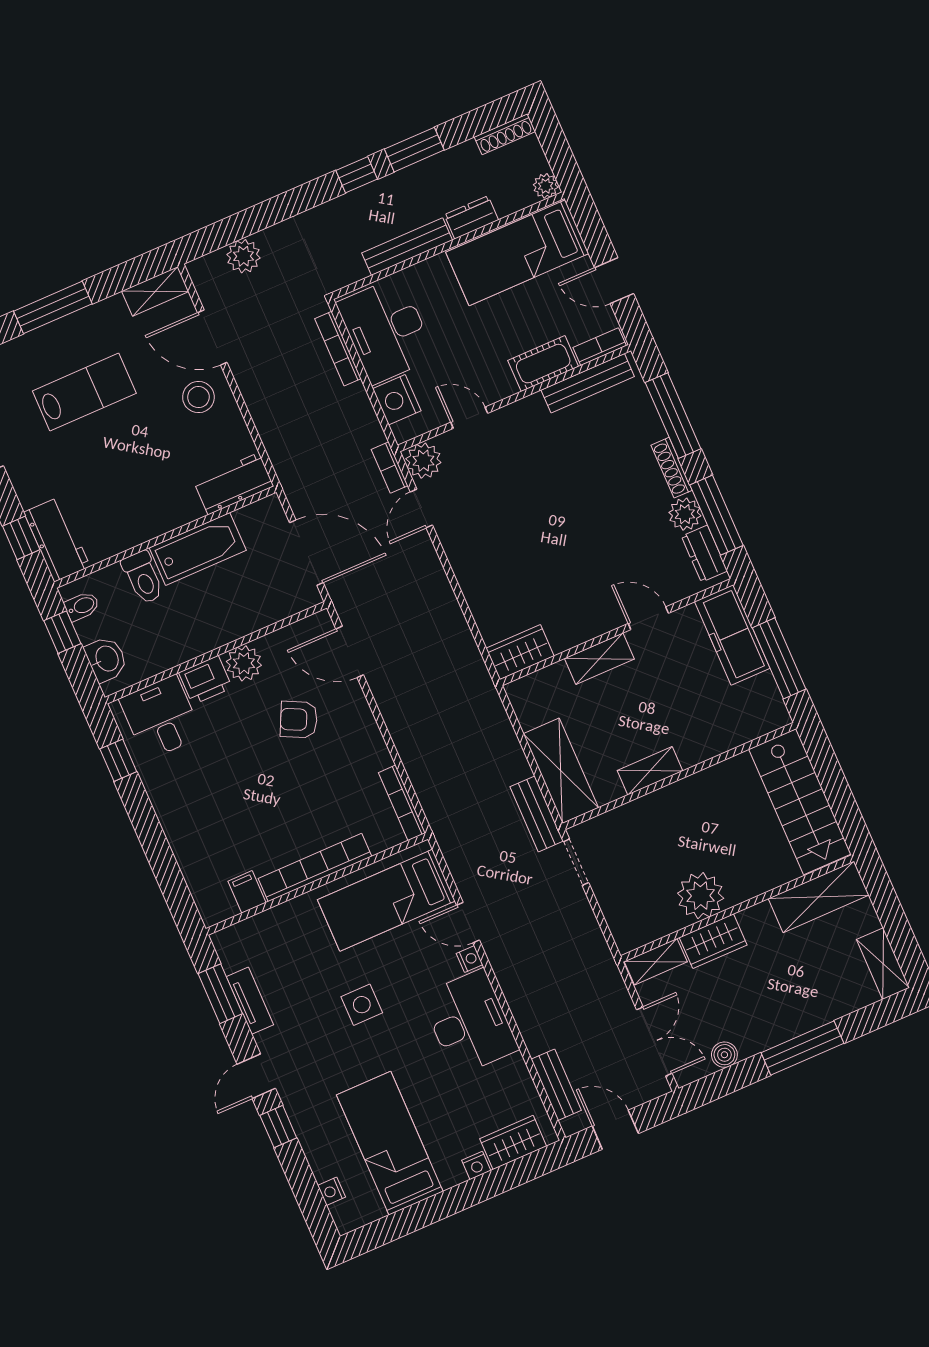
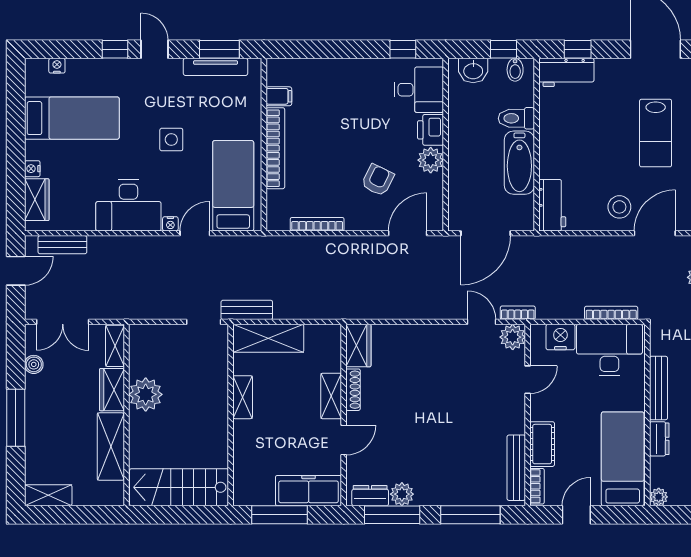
shoe rack: (672, 468) -> (353, 390), moved, turned 90
bookcase: (402, 803) -> (317, 224), moved
shelving: (819, 897) -> (111, 447), moved
tv unit: (250, 1001) -> (216, 67), width x1.41

